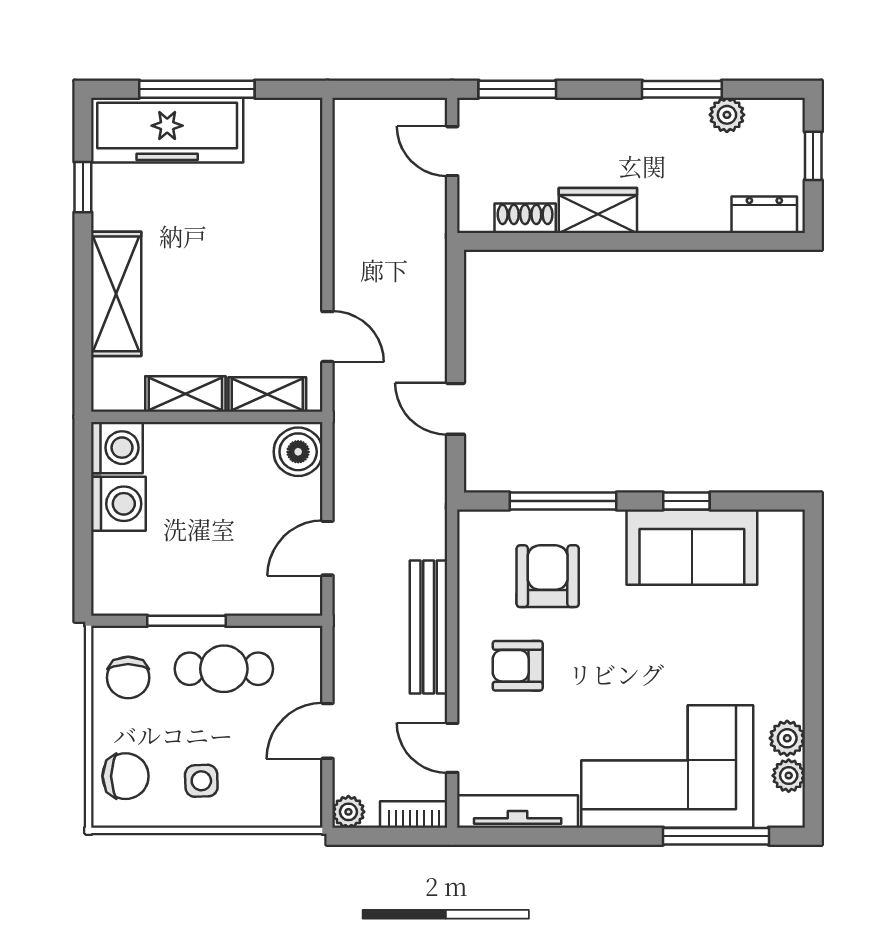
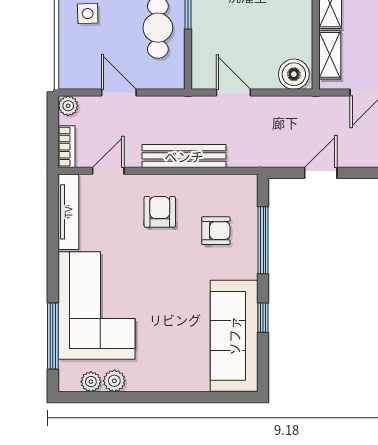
sofa: (692, 547) -> (234, 336), width x1.36
armchair: (548, 576) -> (216, 231), width x0.72, depth x0.72

